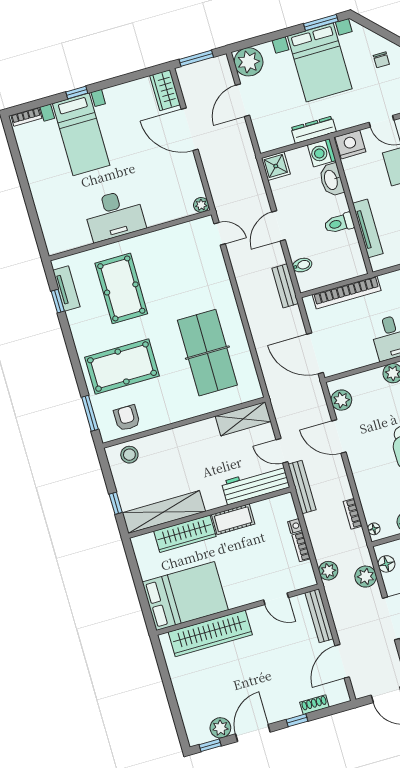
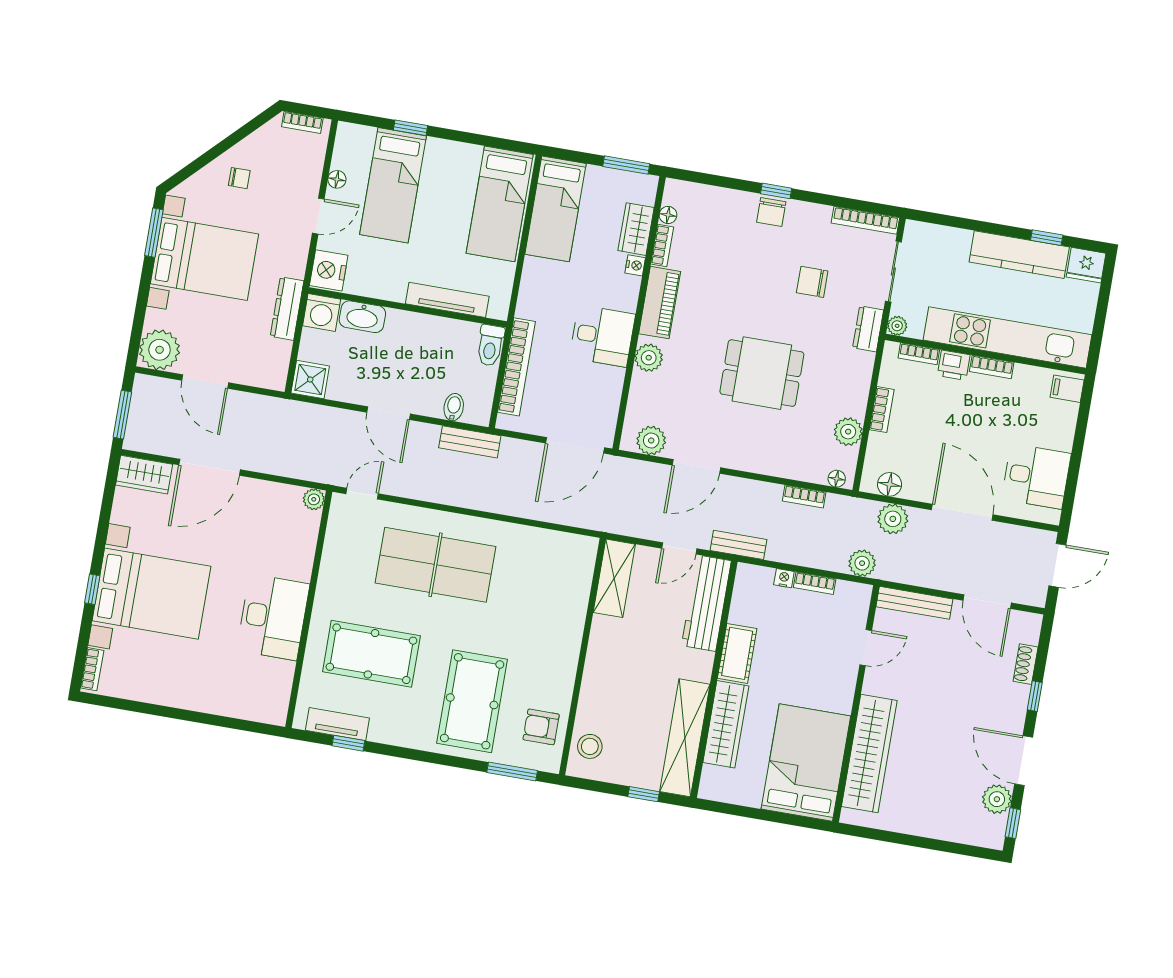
bed with nightstands: (81, 134) -> (151, 594), width x1.36
toilet: (339, 223) -> (490, 345), moved
table tennis table: (207, 353) -> (436, 565), moved
bench: (302, 487) -> (738, 545), width x0.73

